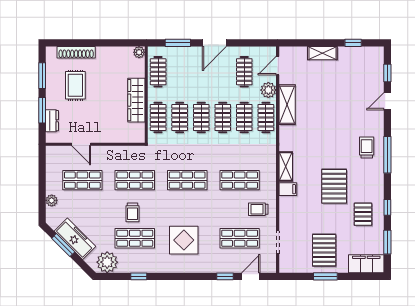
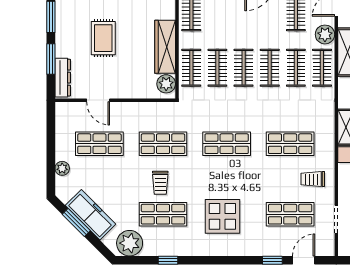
rug: (75, 85) -> (103, 38), moved
dresser: (52, 121) -> (63, 78), width x1.44
plant: (137, 131) -> (166, 84), added

